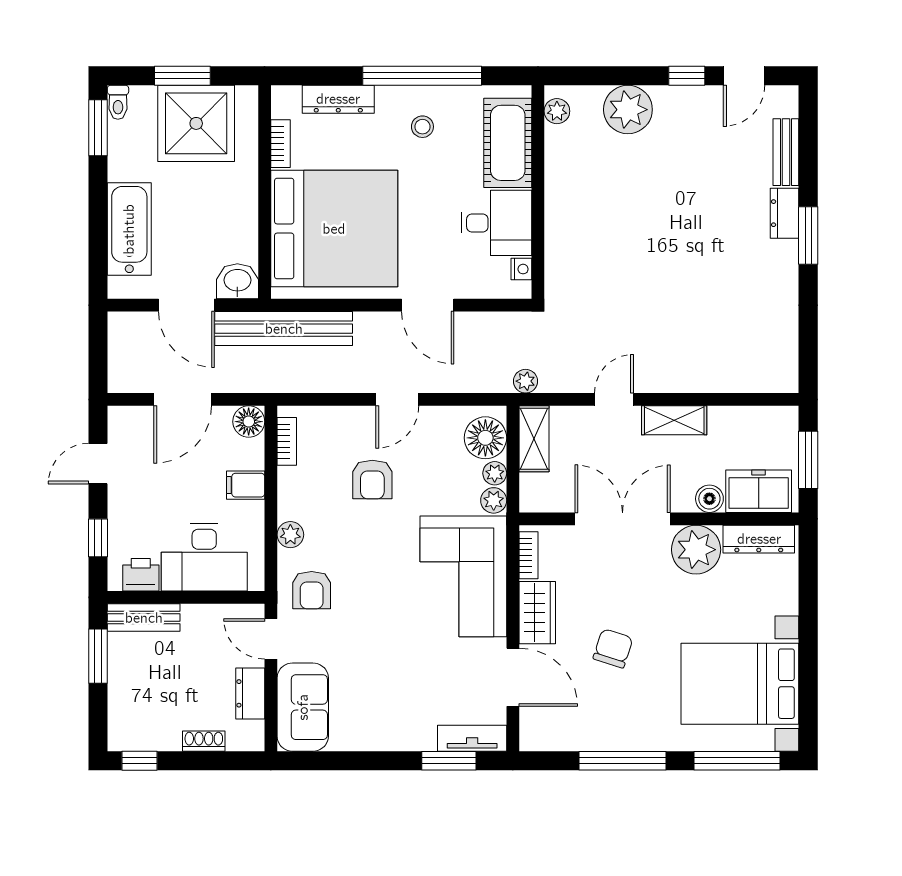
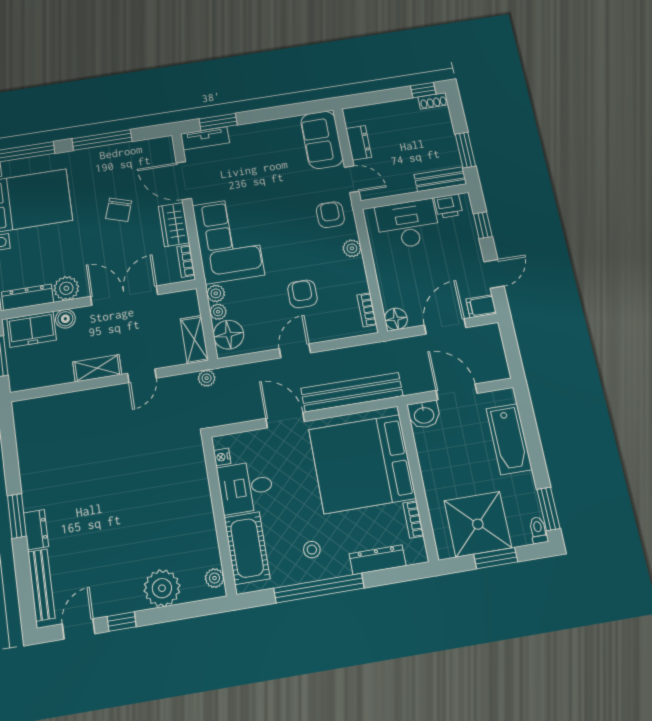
bench: (786, 152) -> (41, 585), width x1.36
bench: (284, 329) -> (352, 392), moved
filing cabinet: (246, 485) -> (481, 306), moved, turned 180
double door: (623, 519) -> (124, 295), swing flipped
plant: (696, 550) -> (66, 288), width x0.73, depth x0.73
shoe rack: (204, 741) -> (433, 101), moved

